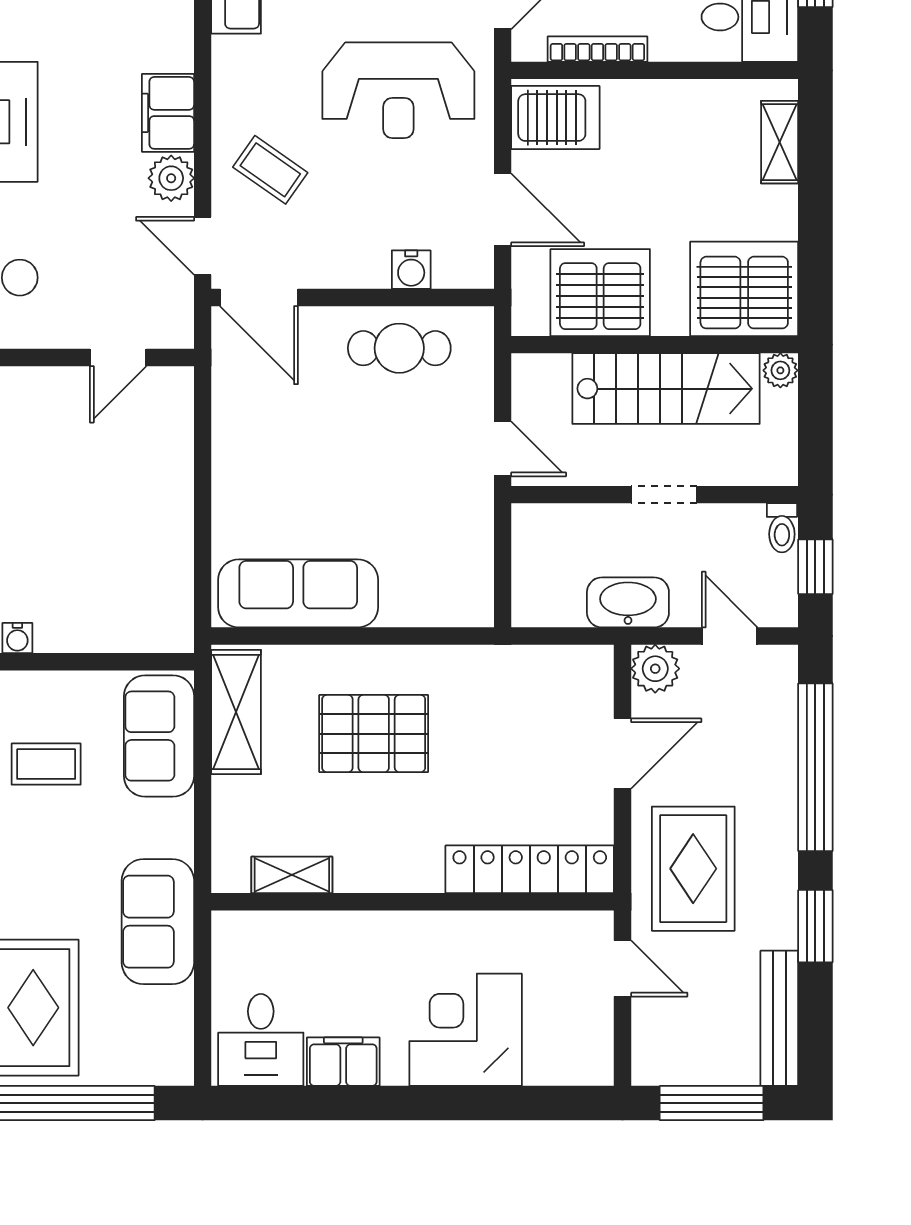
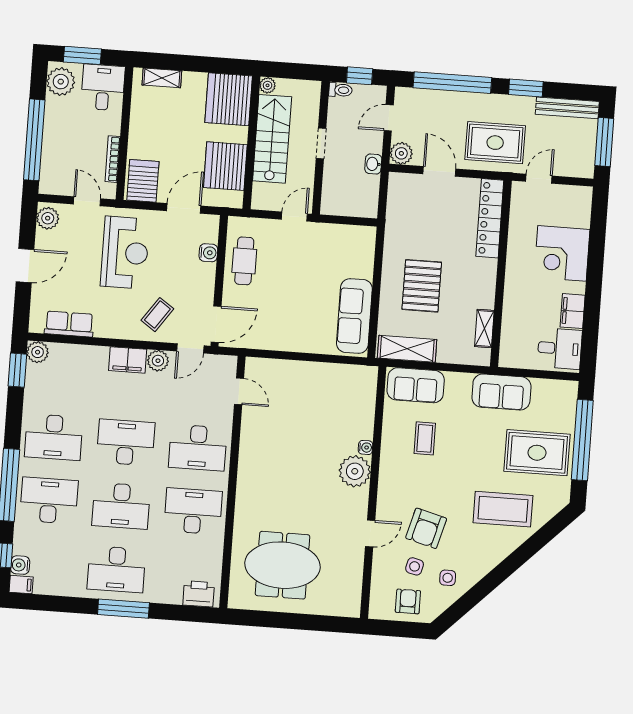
washbasin: (628, 602) -> (373, 164), width x0.52, depth x0.69

